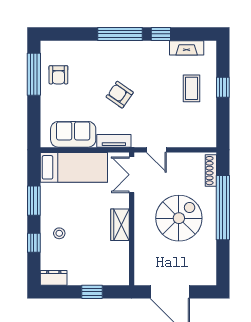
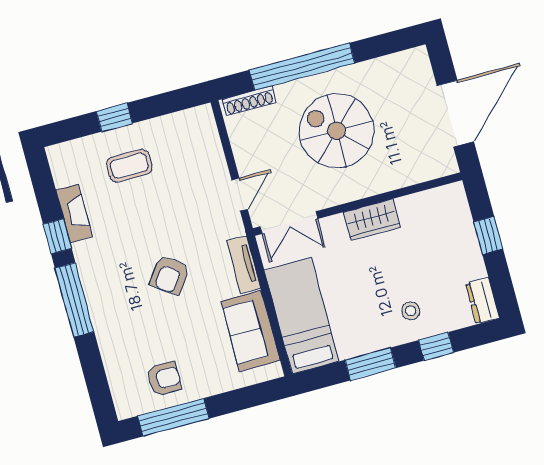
fireplace: (187, 48) -> (74, 213), moved

